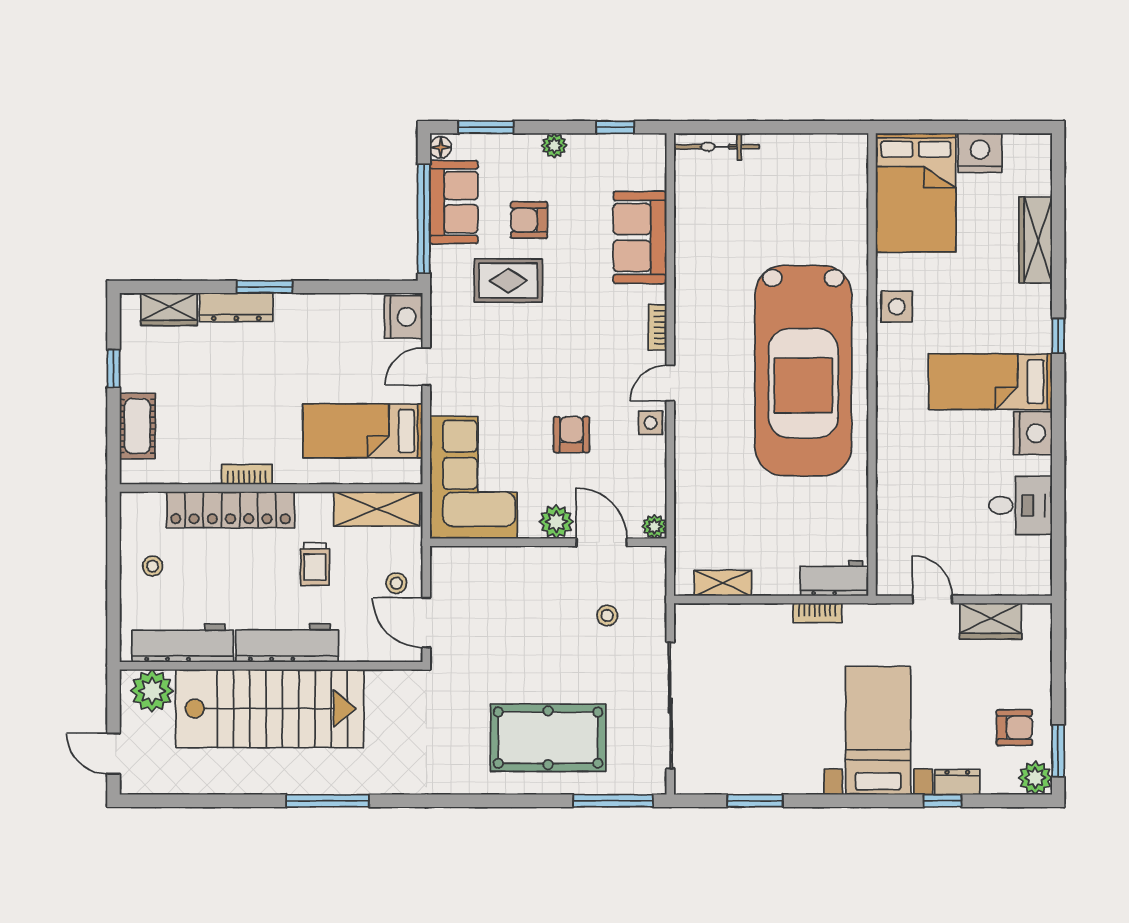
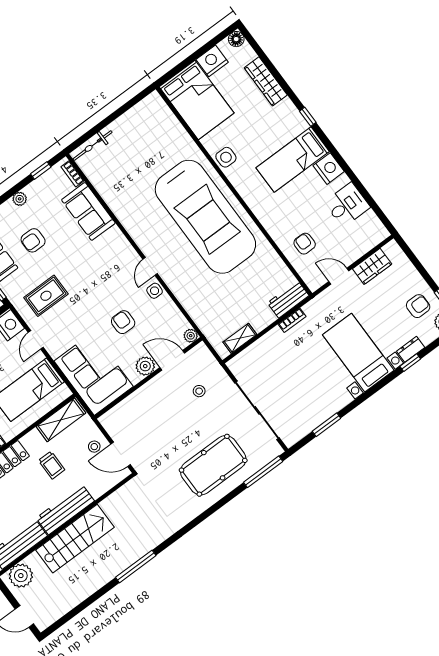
floor lamp: (1038, 147) -> (236, 39), added
rug: (508, 281) -> (46, 296), moved
bookcase: (657, 327) -> (72, 174), moved
armchair: (918, 516) -> (305, 244), added
stairs: (270, 709) -> (75, 539), width x0.73, depth x0.66

